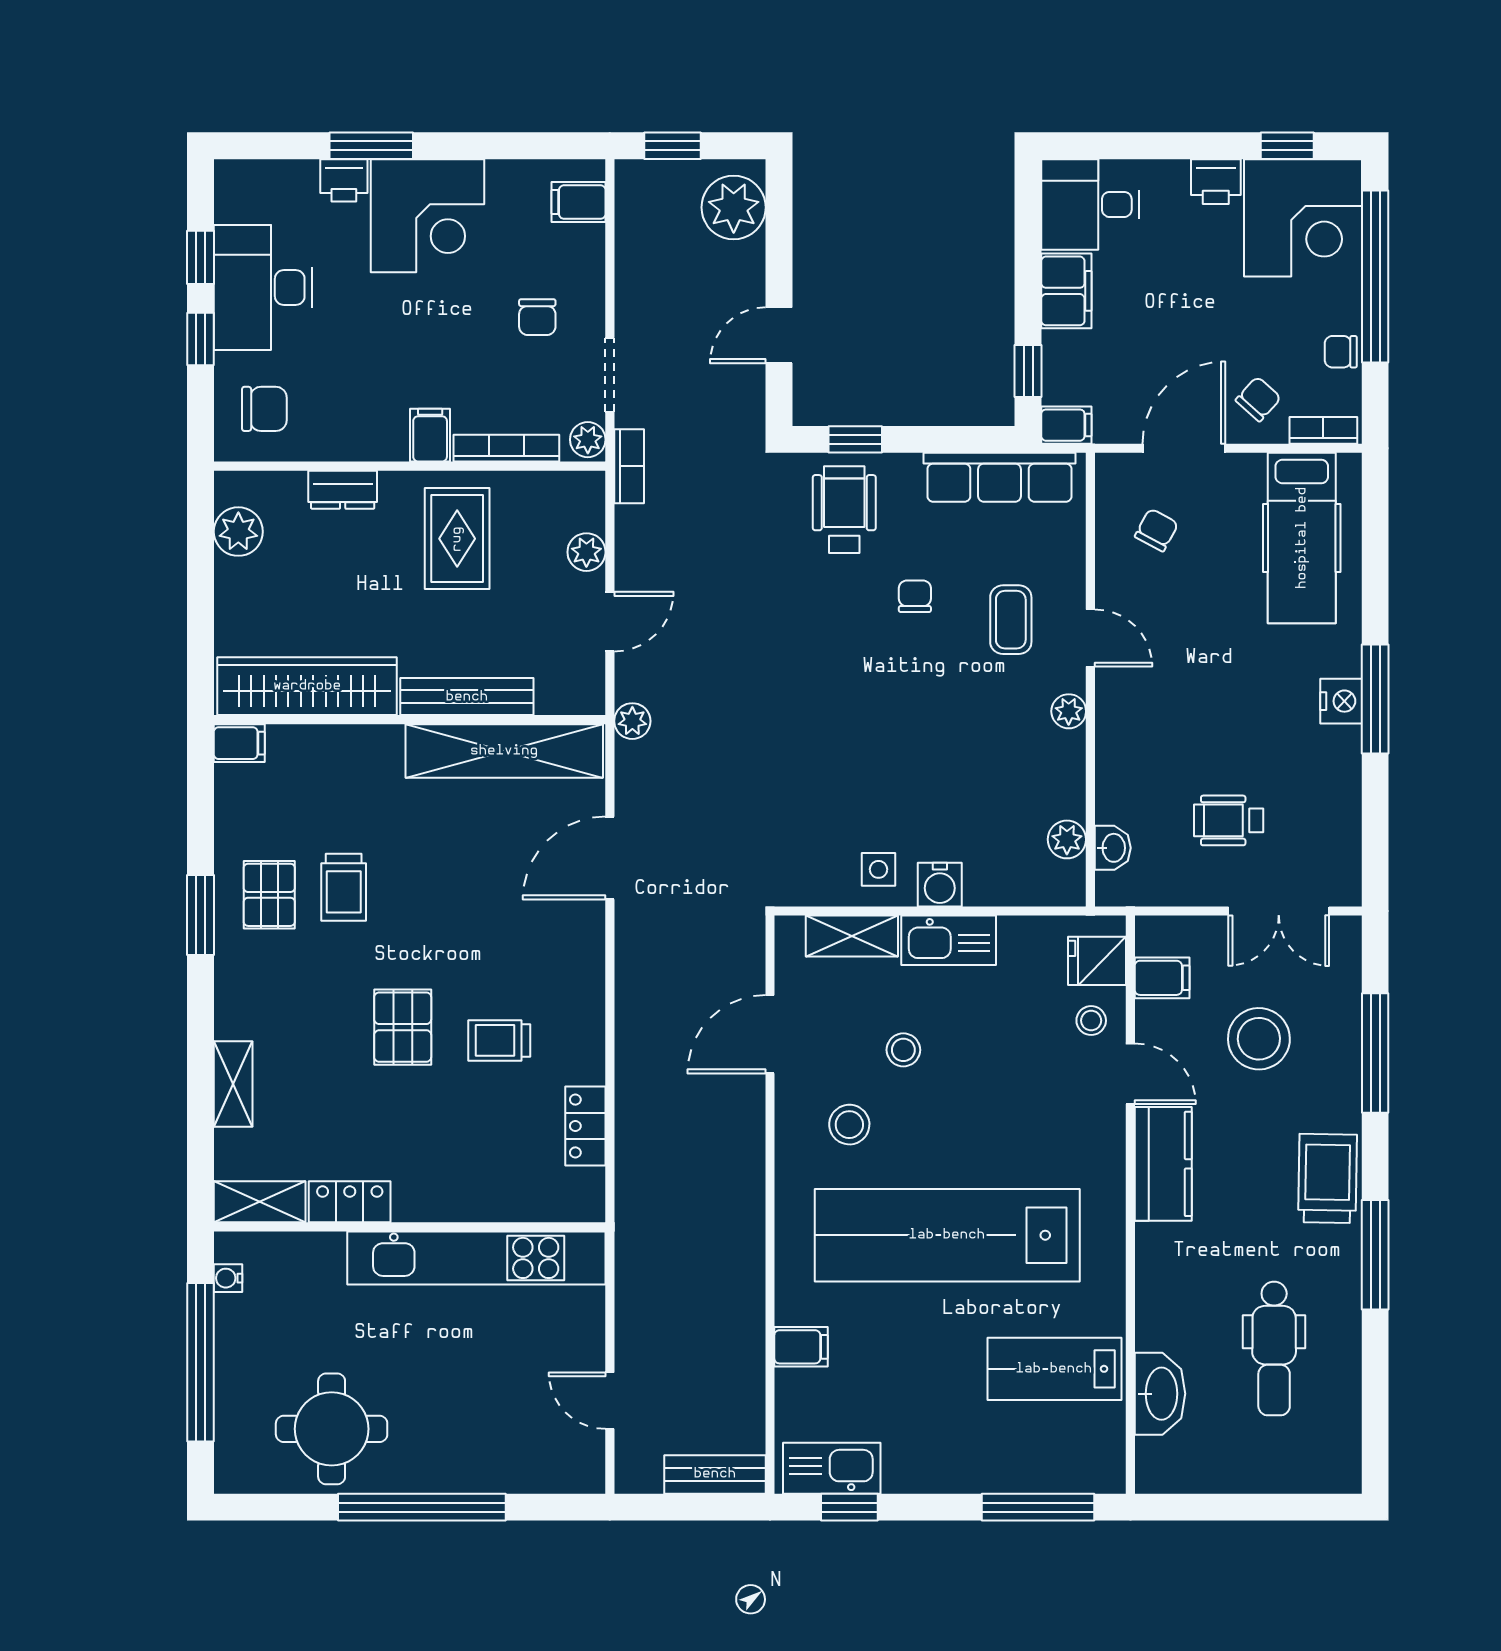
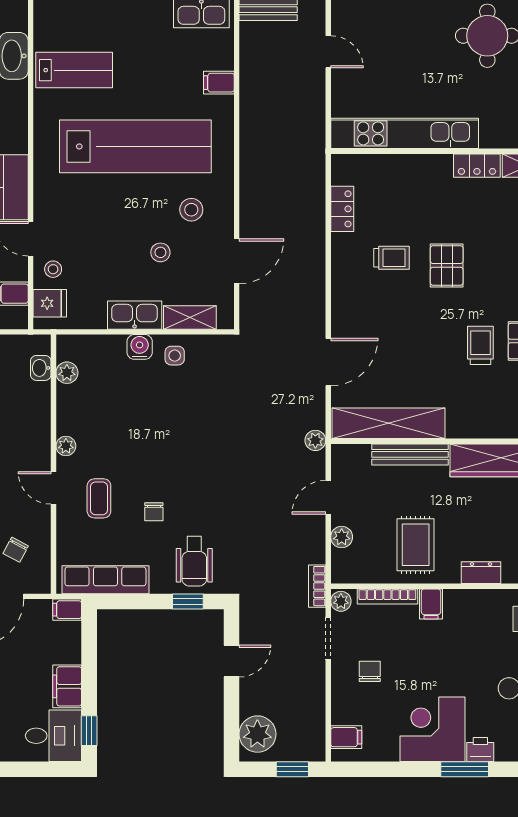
window: (1028, 371) -> (89, 731), moved

